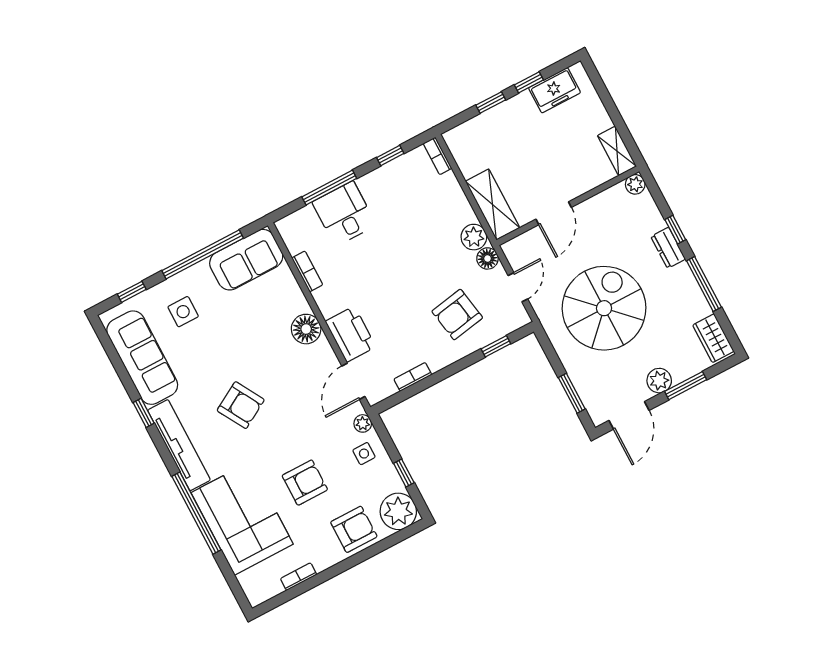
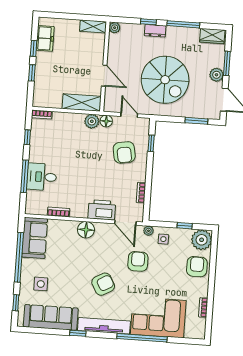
spiral stairs: (604, 308) -> (165, 80), turned 180
armchair: (305, 483) -> (138, 261), moved

